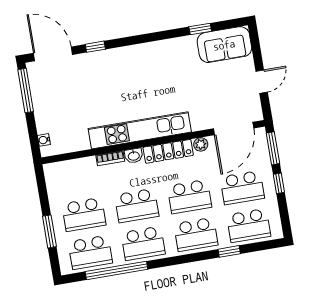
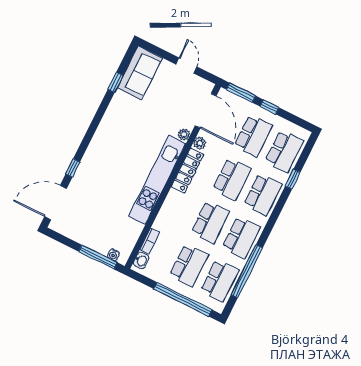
window: (26, 91) -> (98, 257), moved
plant: (198, 124) -> (184, 134), added
washbasin: (134, 156) -> (141, 261), moved
bookcase: (110, 158) -> (150, 241), moved
window: (49, 231) -> (183, 299), width x2.11

